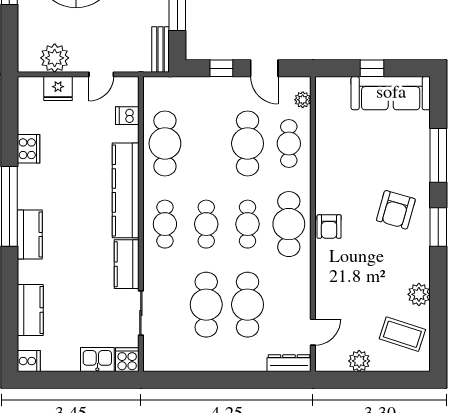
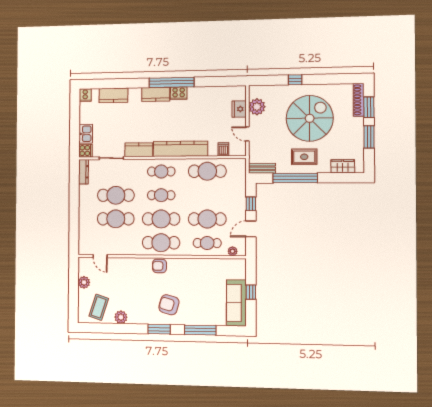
cooker: (29, 149) -> (179, 93), moved
cafe table: (248, 224) -> (161, 219), width x1.37, depth x1.35
dresser: (289, 363) -> (83, 172), moved

